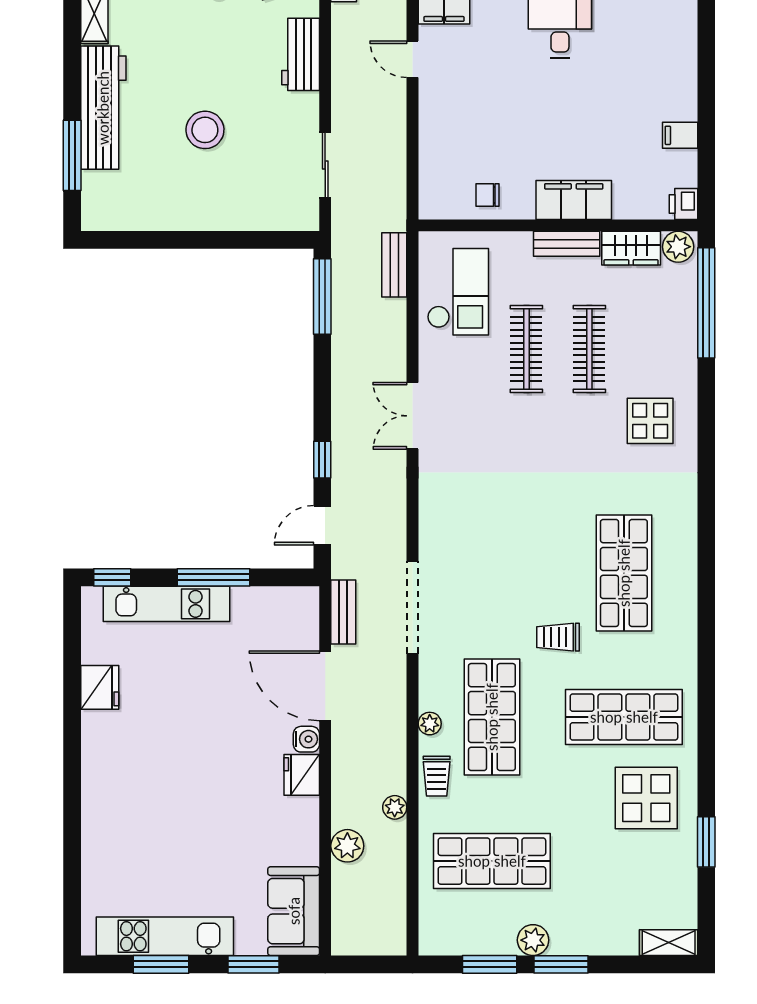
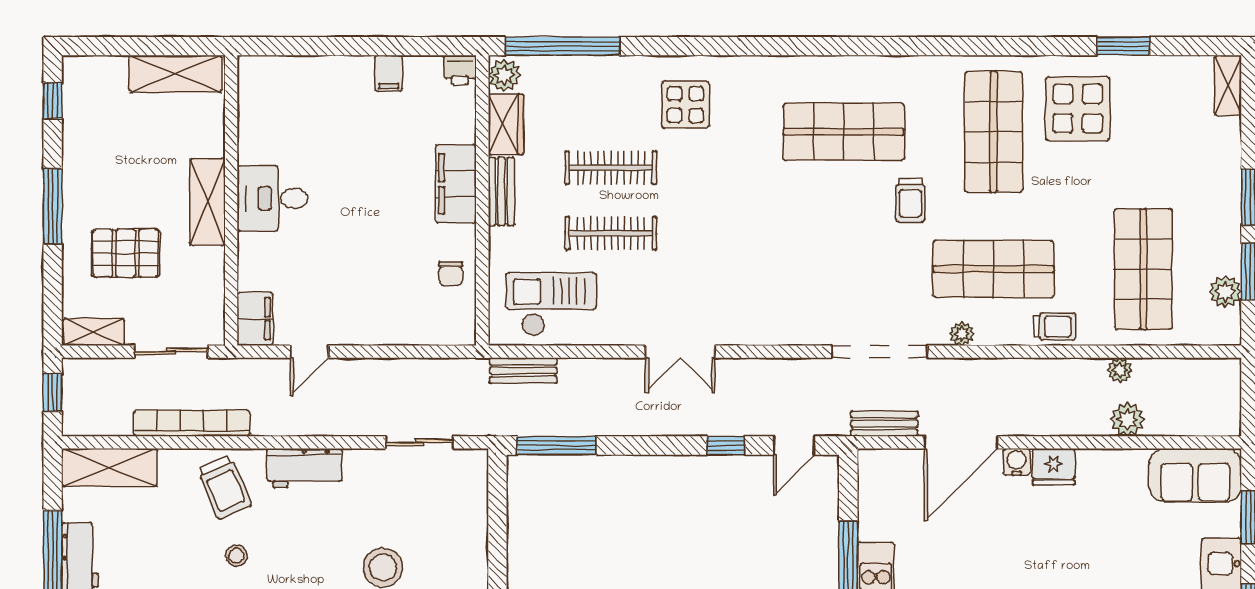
door: (322, 525) -> (794, 445), hinge flipped
plant: (430, 724) -> (962, 334), moved
plant: (395, 807) -> (1120, 370), moved
plant: (533, 940) -> (1225, 292), moved

